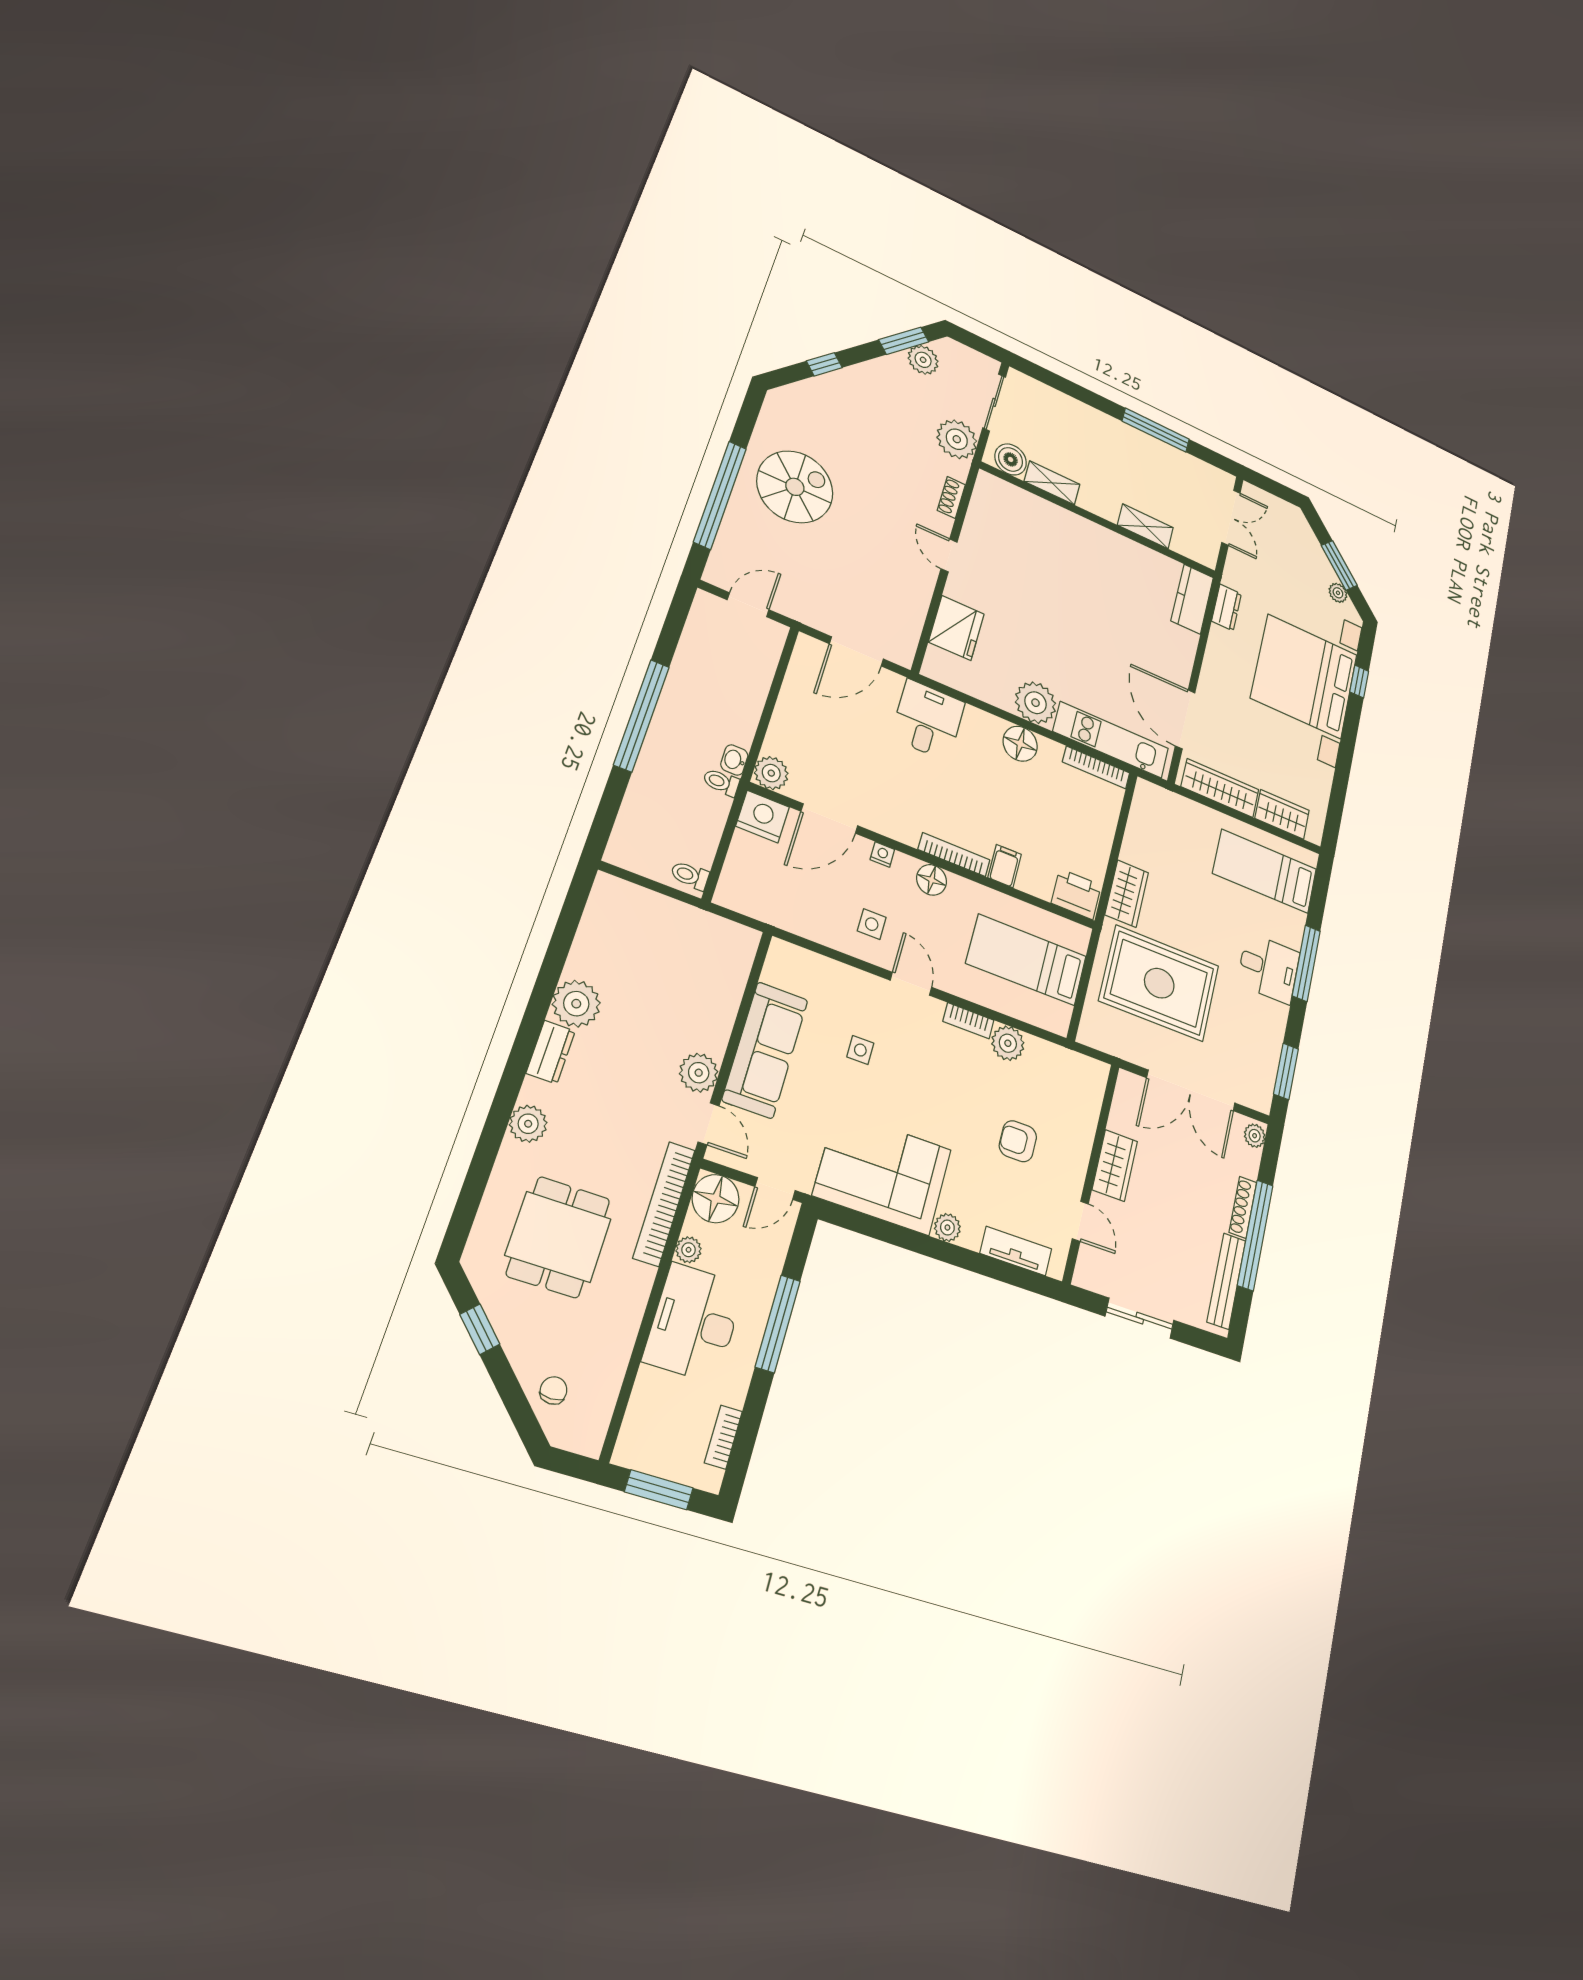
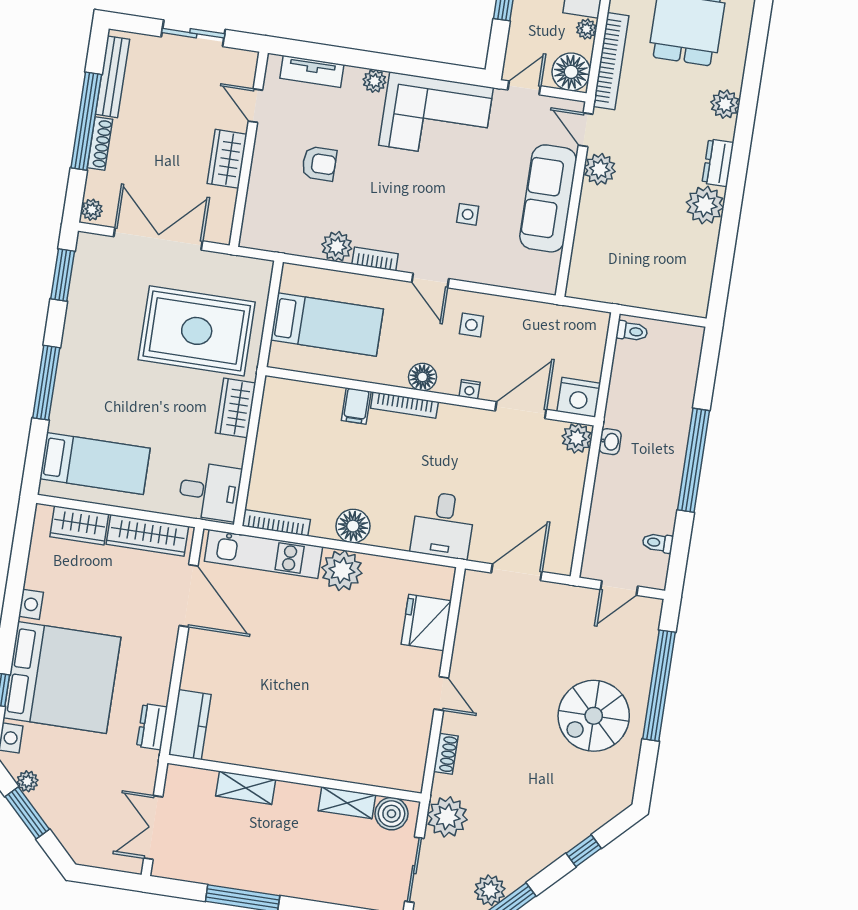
toilet: (721, 782) -> (658, 543), moved, turned 180
printer: (1076, 894) -> (285, 396), removed
desk: (1269, 968) -> (210, 491), moved, turned 180

